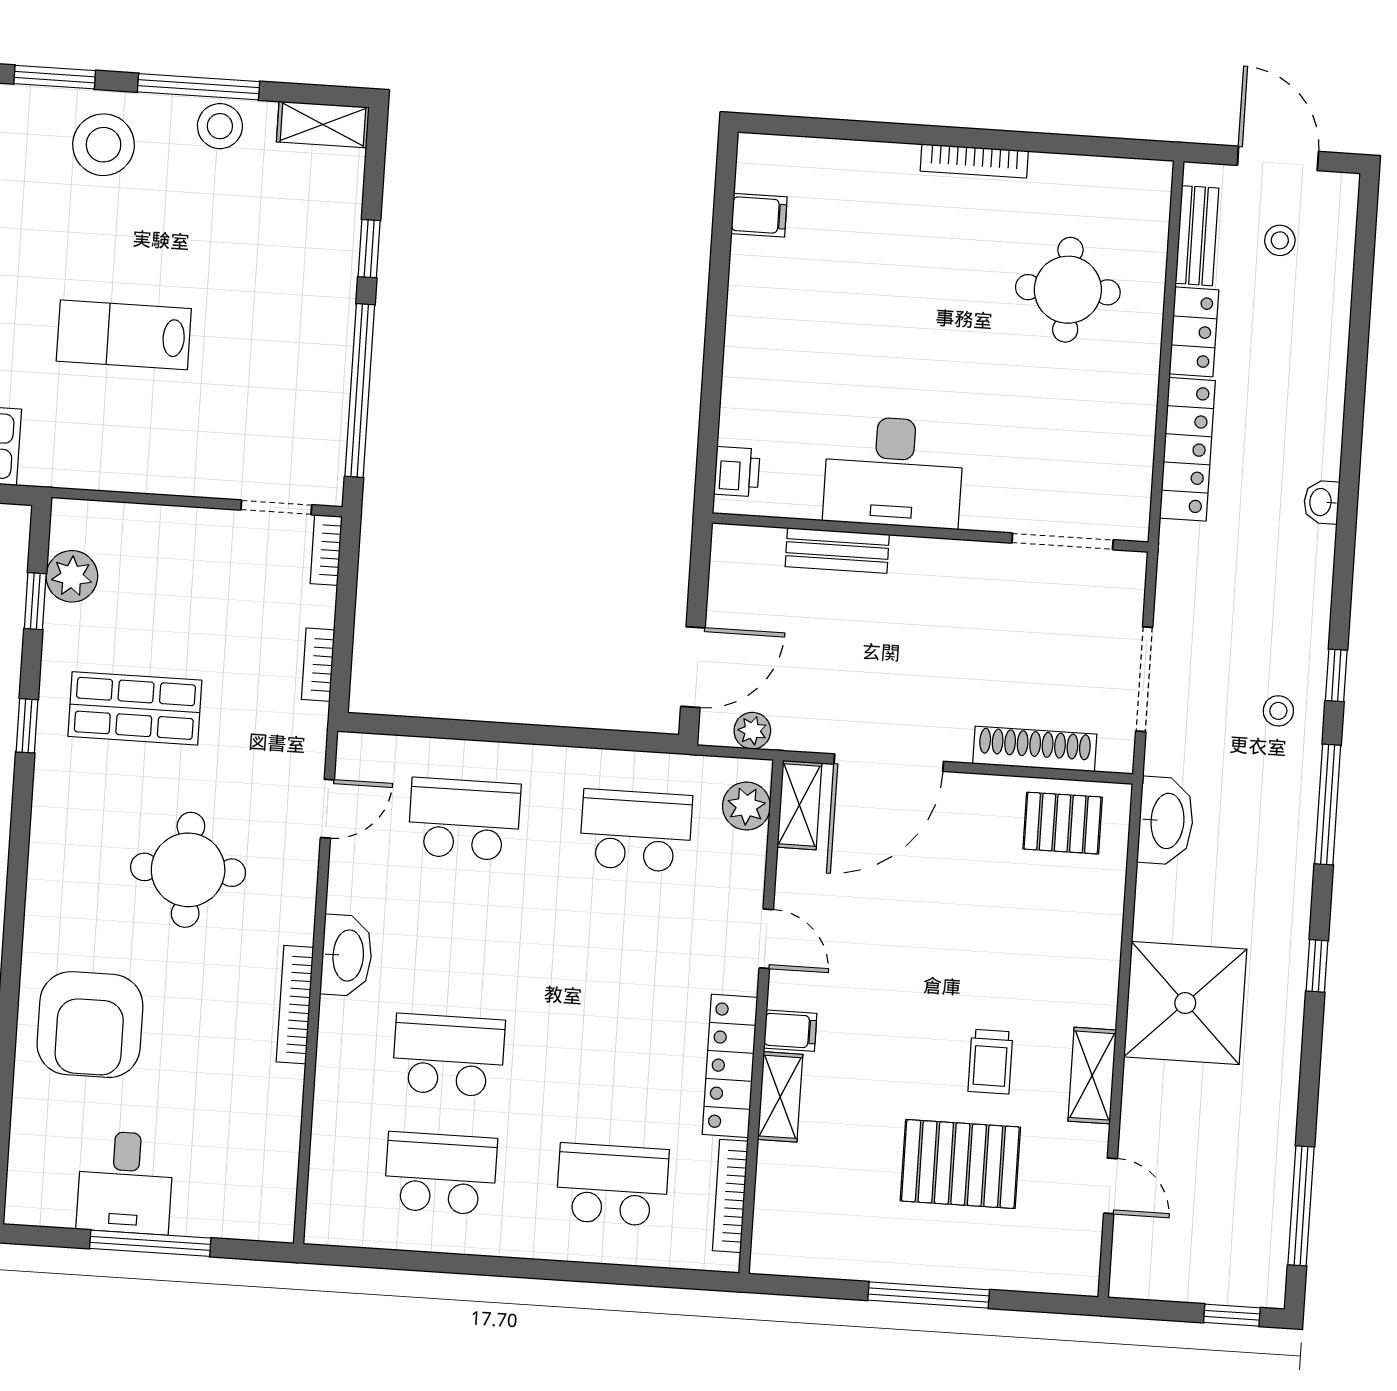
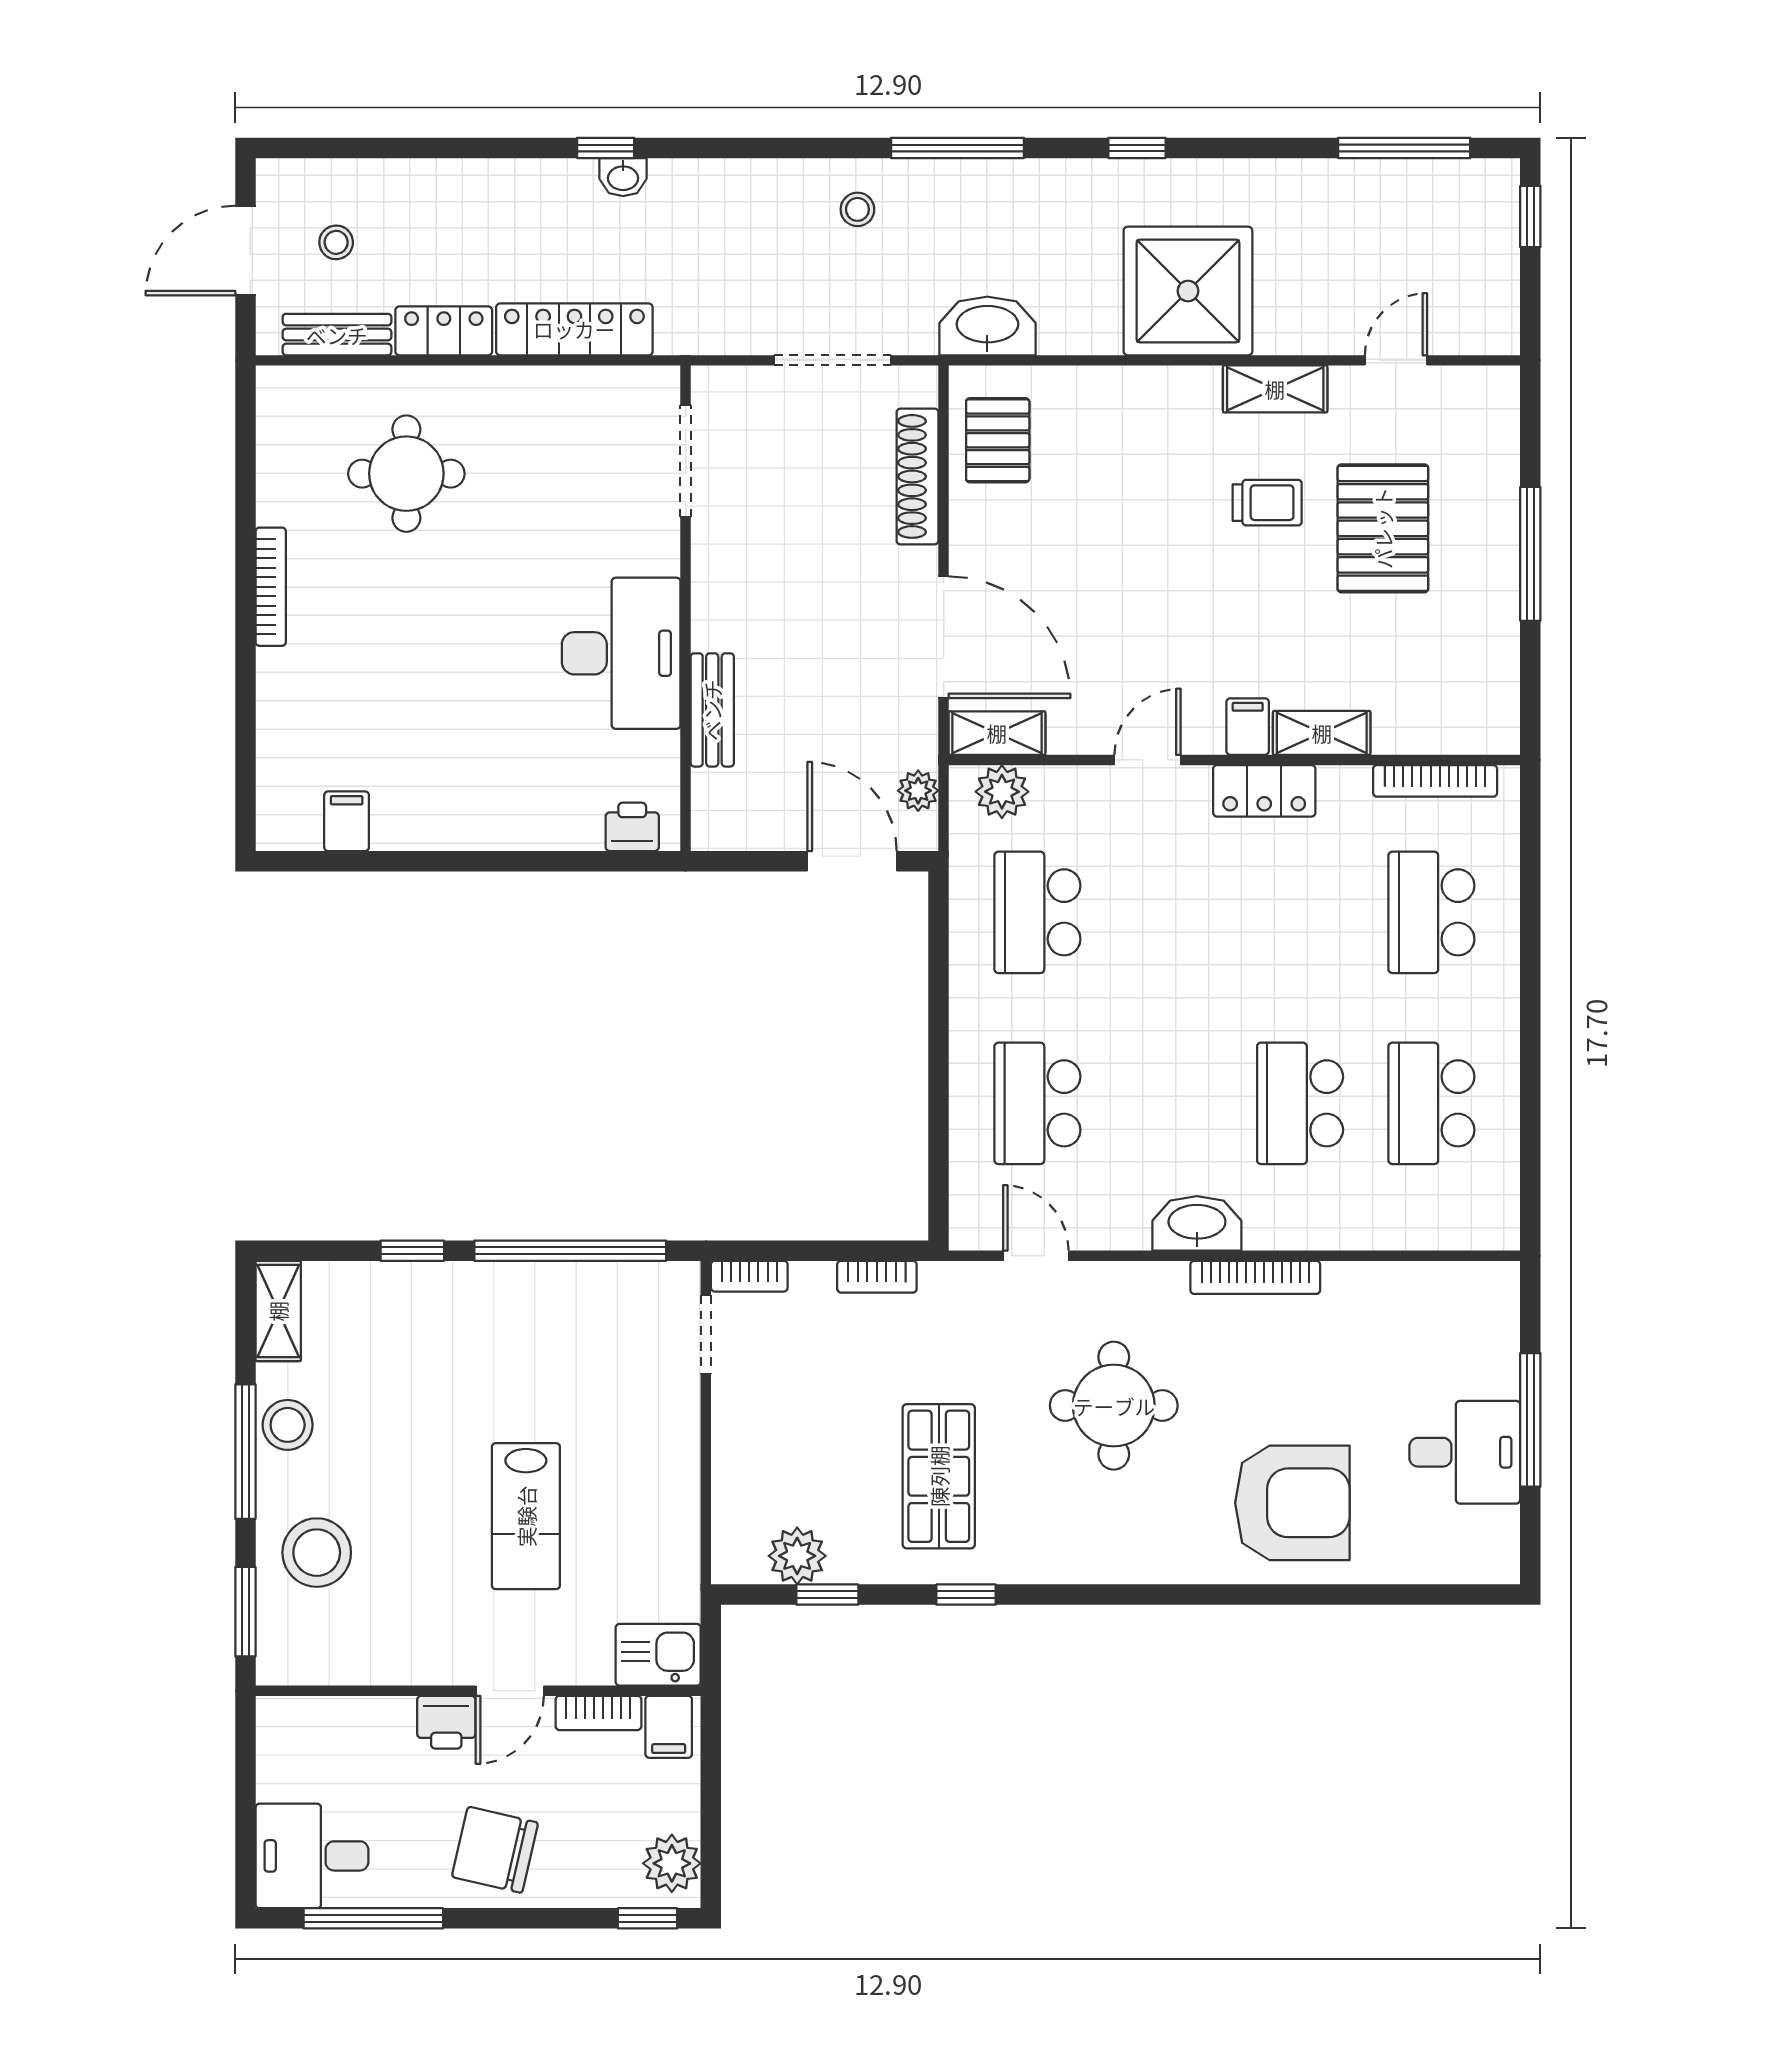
window: (1336, 675) -> (606, 148), moved
locker: (730, 1066) -> (1264, 791), width x0.66

